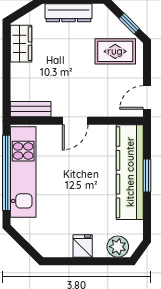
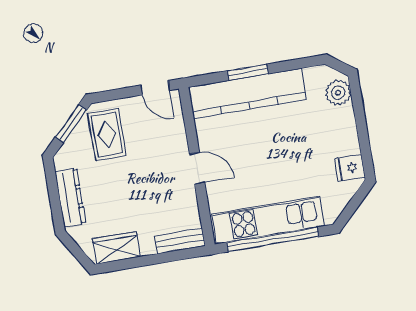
window: (129, 24) -> (71, 124), width x1.50
bench: (31, 109) -> (180, 241), moved, turned 90
fridge: (83, 246) -> (350, 168), moved

